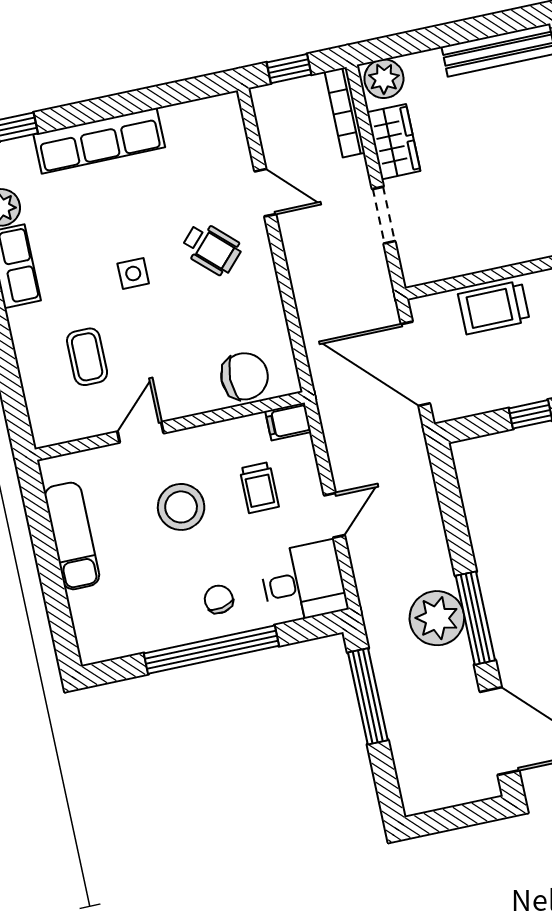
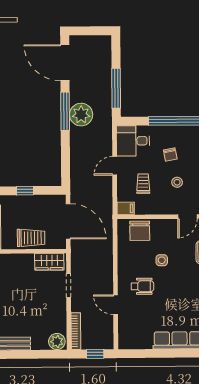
wardrobe: (394, 142) -> (49, 262), moved, turned -90
wheelchair: (212, 249) -> (142, 286), turned 137
side table: (133, 273) -> (162, 260), moved
chair: (245, 376) -> (140, 231), turned -90
stool: (181, 507) -> (177, 182), width x0.53, depth x0.53
chair: (219, 599) -> (170, 155), moved

